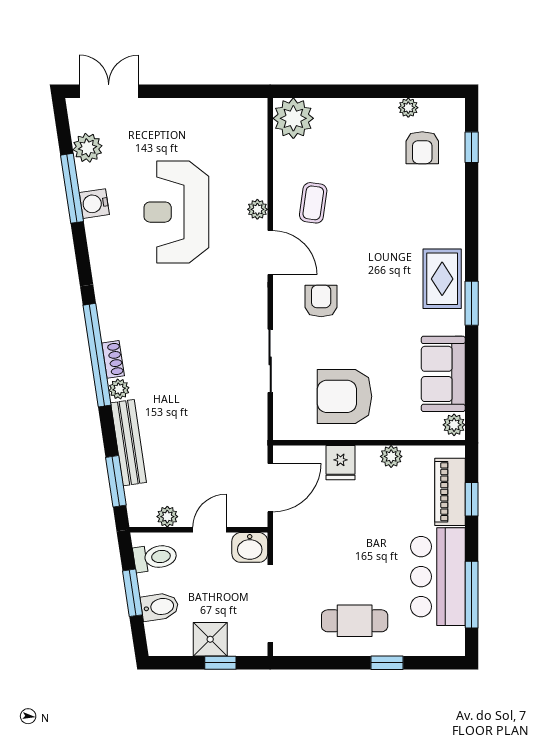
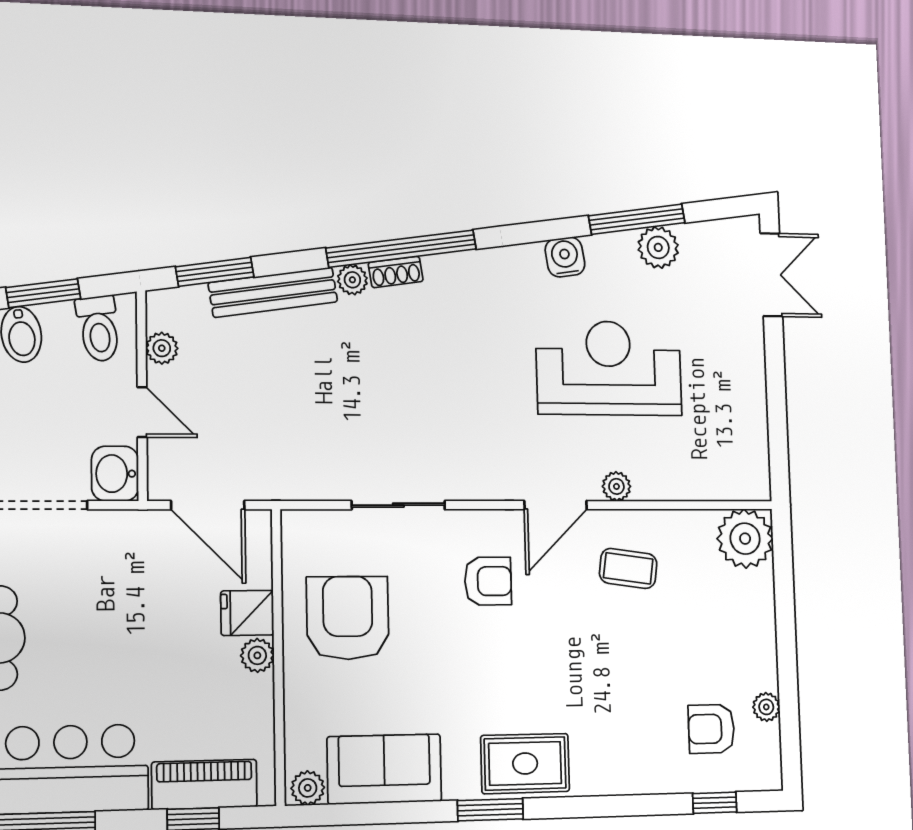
plant: (88, 148) -> (658, 247), moved
water cooler: (94, 204) -> (565, 257), moved
plant: (391, 456) -> (257, 655), moved

